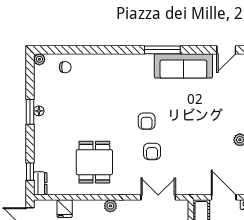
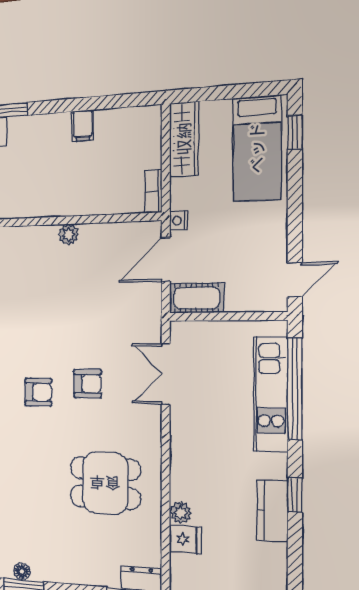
plant: (110, 206) -> (180, 513), moved

